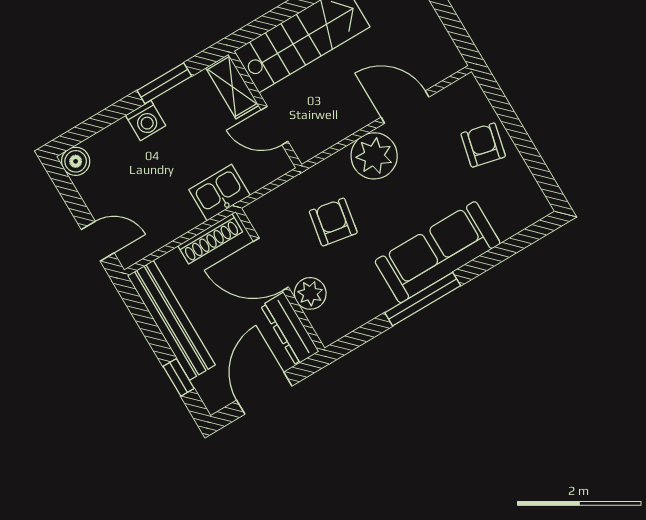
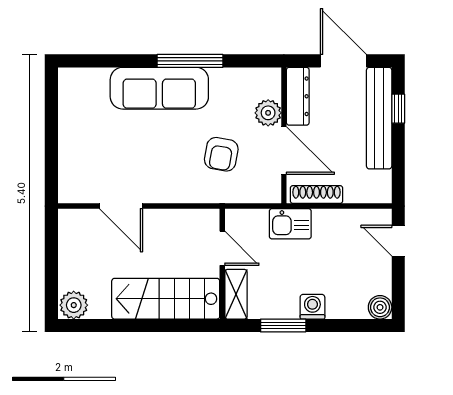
armchair: (483, 145) -> (81, 146), removed
plant: (374, 156) -> (164, 184), removed
bench: (171, 320) -> (379, 118), moved
door: (264, 393) -> (343, 61), swing flipped

